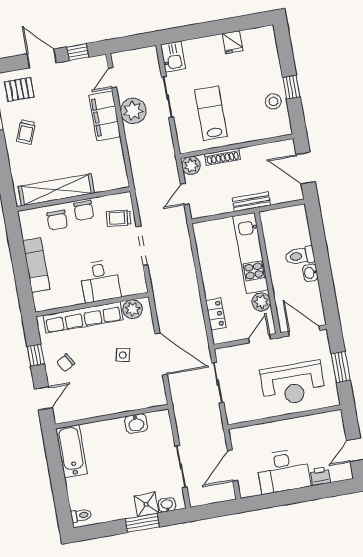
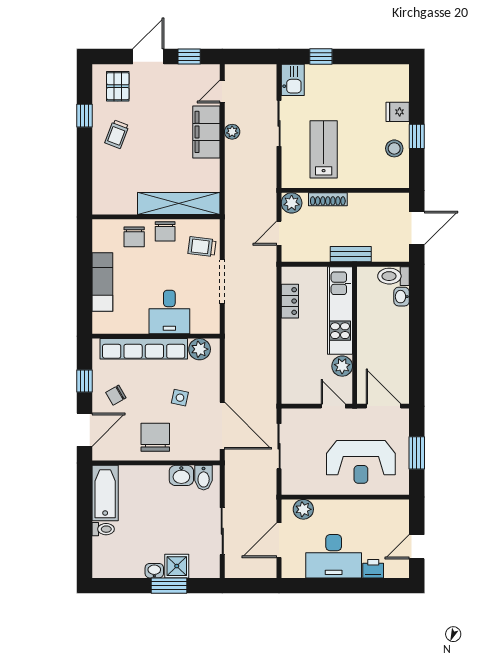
window: (194, 32) -> (321, 56), added
fridge: (232, 42) -> (398, 112), moved, turned 90
door: (42, 58) -> (148, 56), hinge flipped
pallet: (19, 89) -> (118, 86), turned 90
plant: (133, 111) -> (232, 132), width x0.53, depth x0.53
door: (306, 168) -> (417, 228), swing flipped
shelving: (56, 190) -> (179, 203), moved
toilet: (300, 256) -> (393, 276), moved
washbasin: (310, 273) -> (402, 297), moved
locker: (216, 314) -> (290, 301), moved
door: (260, 339) -> (333, 406), hinge flipped
door: (161, 354) -> (222, 426), moved
chair: (107, 394) -> (155, 437), added
door: (43, 398) -> (84, 430), width x1.38
bidet: (156, 422) -> (204, 478), added
plant: (249, 434) -> (303, 509), added
washbasin: (167, 505) -> (154, 571), moved
toilet: (81, 515) -> (103, 529), moved

